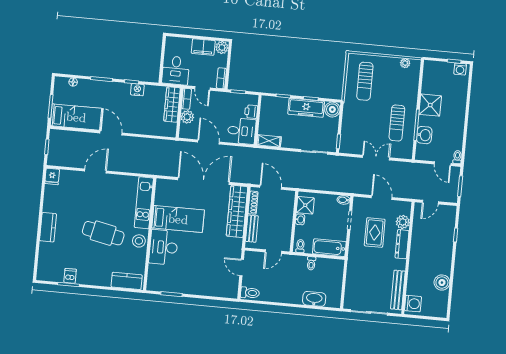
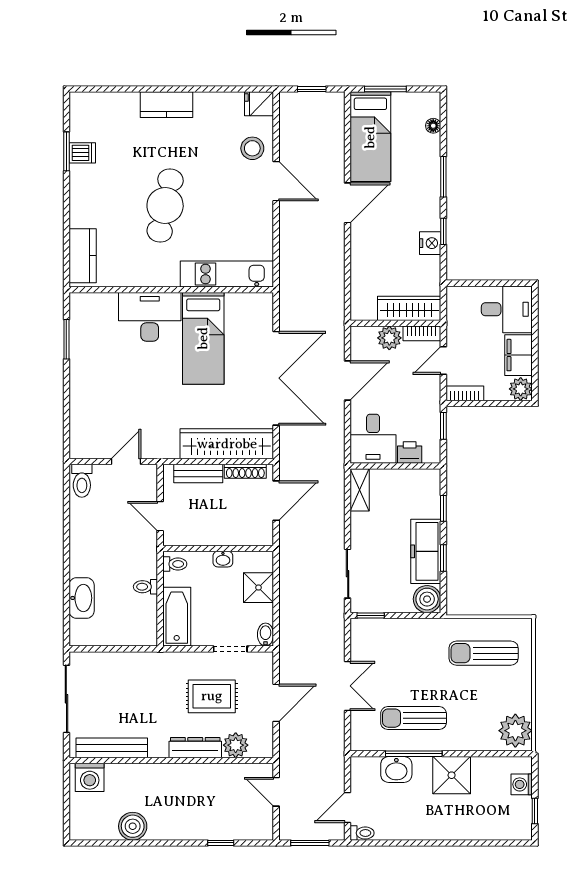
plant: (405, 63) -> (515, 731), width x1.88, depth x1.88
washing machine: (460, 69) -> (522, 784), moved
desk: (176, 70) -> (507, 309), moved, turned 180
shower: (305, 205) -> (258, 588), moved
stool: (139, 241) -> (252, 148), moved

